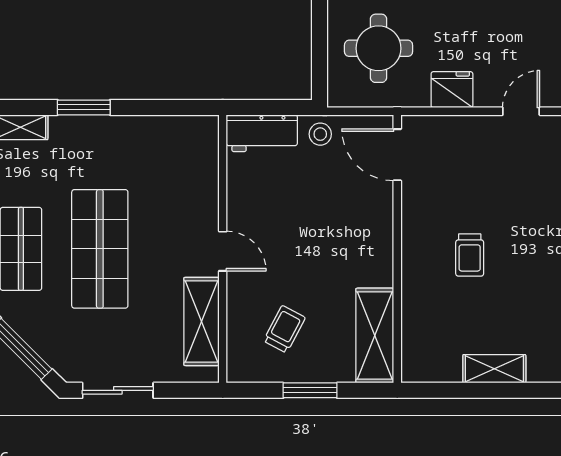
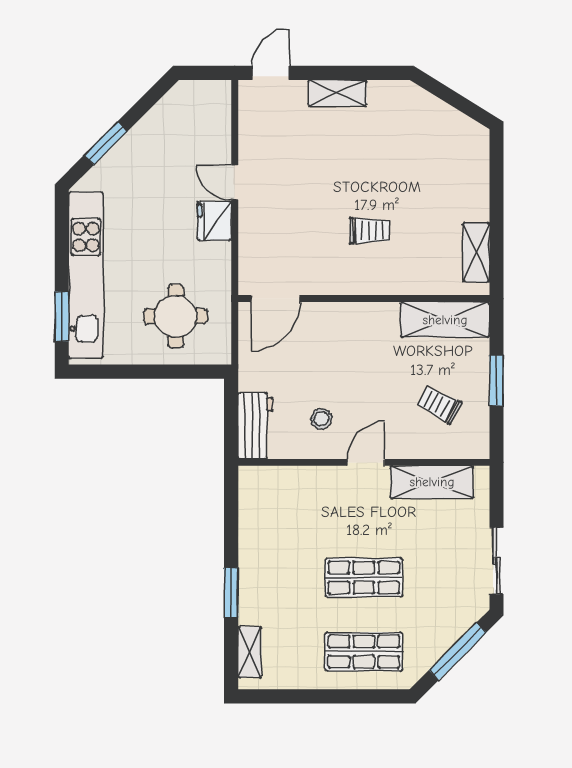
fridge: (452, 90) -> (214, 221), moved
stool: (320, 134) -> (321, 419), moved
shop shelf: (100, 249) -> (364, 578), width x0.70, depth x0.74
shelving: (494, 369) -> (476, 253), moved

